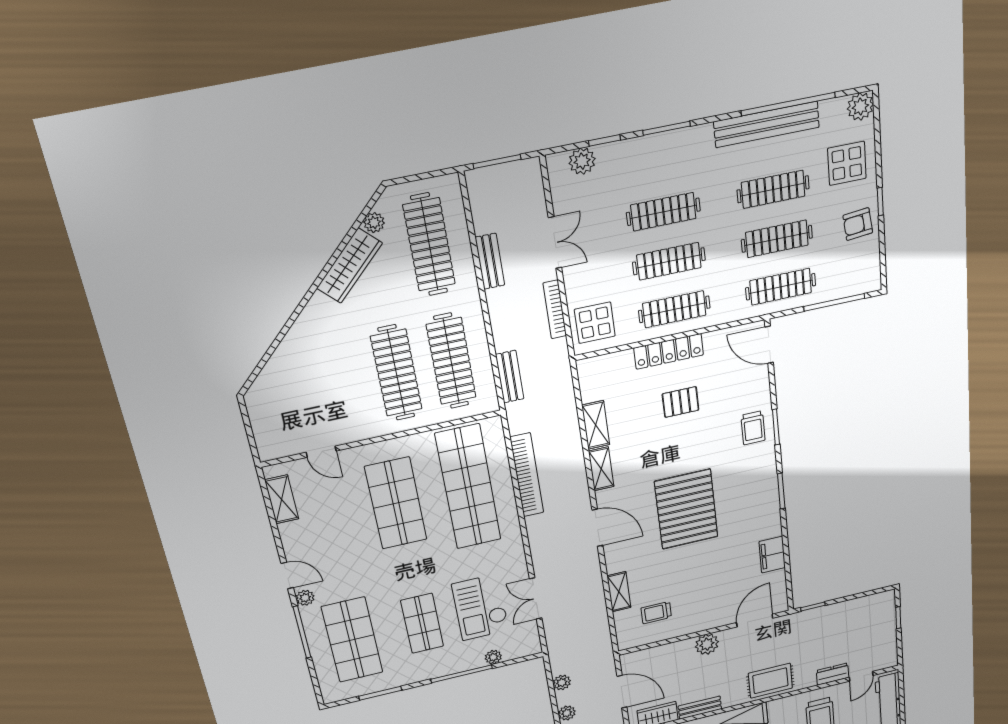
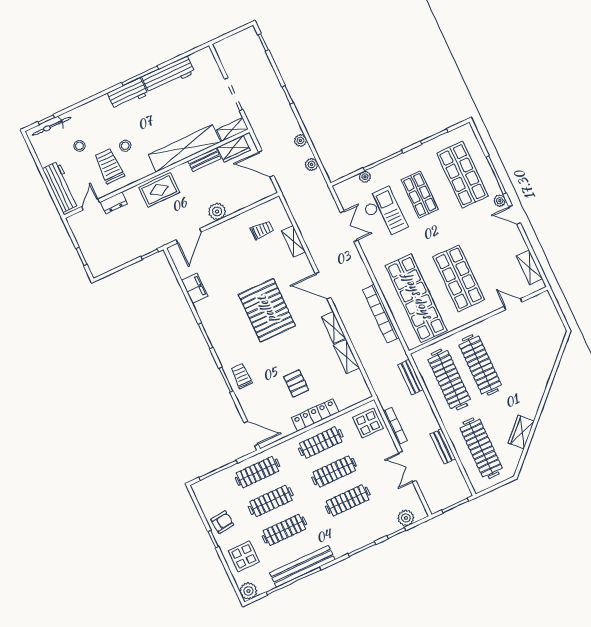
plant: (374, 223) -> (516, 454), removed
wardrobe: (349, 266) -> (521, 432), width x0.67
pallet: (681, 402) -> (296, 383), turned 90

